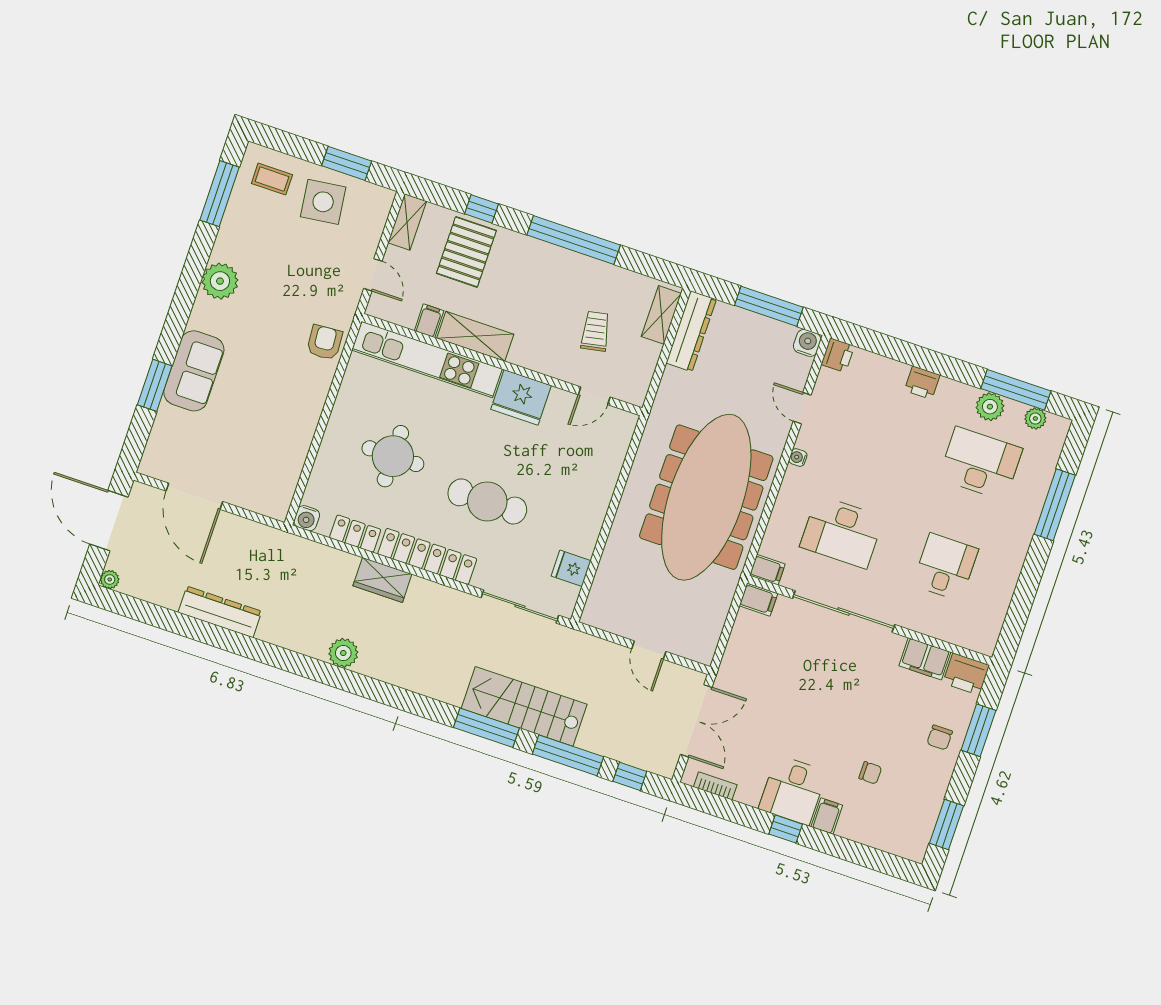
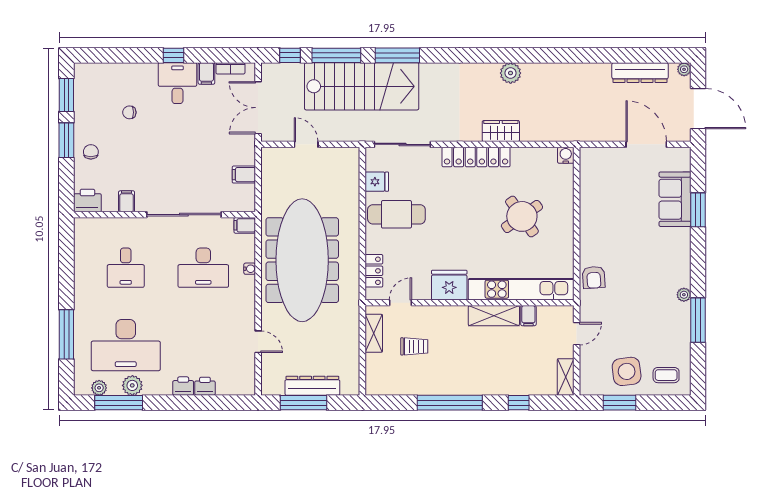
window: (220, 194) -> (698, 320), moved
pallet: (466, 252) -> (519, 370), removed
door: (373, 275) -> (577, 334), swing flipped
plant: (220, 281) -> (684, 295), width x0.53, depth x0.53
shelving: (661, 315) -> (374, 333), moved
trolley: (595, 331) -> (414, 346), turned -79
dresser: (691, 331) -> (312, 386), moved, turned 90
water cooler: (807, 343) -> (269, 387), removed
printer: (838, 355) -> (205, 386), moved, turned 90
sofa: (194, 371) -> (675, 199), moved
round table: (393, 456) -> (522, 216), turned -35
water cooler: (798, 457) -> (250, 269), moved
desk: (980, 464) -> (126, 345), width x1.36, depth x1.30
cafe table: (487, 501) -> (396, 214), moved
desk: (842, 532) -> (203, 268), turned 180
locker: (355, 534) -> (374, 271), moved, turned -90
filing cabinet: (758, 600) -> (244, 175), moved
dresser: (220, 612) -> (640, 73), moved
filing cabinet: (925, 659) -> (127, 201), width x0.50
stairs: (524, 706) -> (362, 86), width x1.36, depth x1.51
window: (978, 730) -> (66, 140), moved
filing cabinet: (827, 816) -> (206, 73), moved

